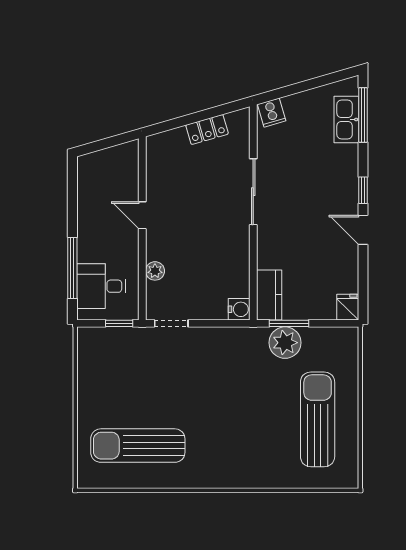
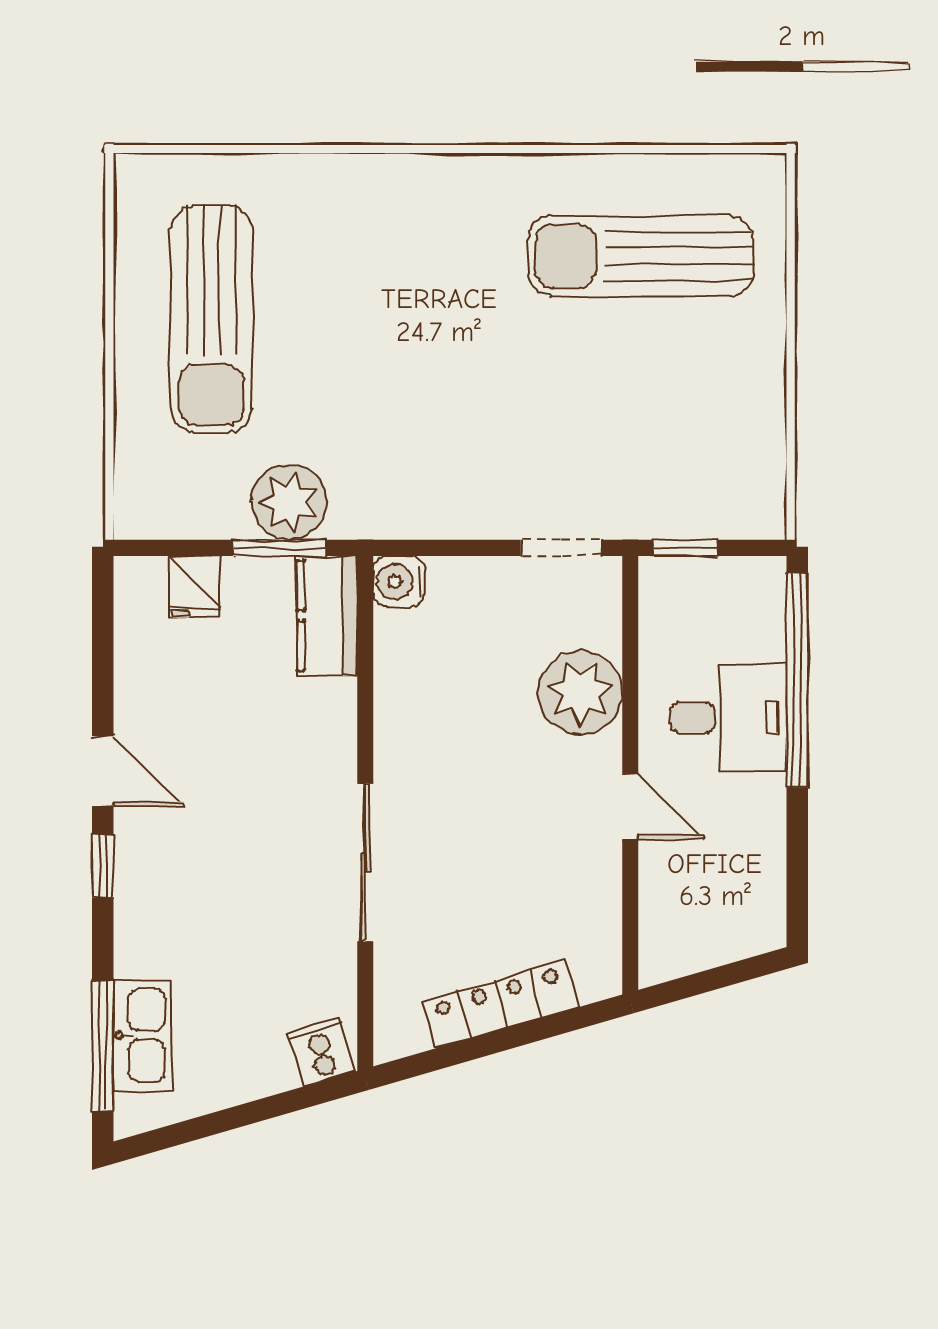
locker: (207, 130) -> (500, 1004), width x1.53
window: (72, 268) -> (797, 680), width x1.46
plant: (155, 271) -> (580, 693), width x1.87, depth x1.87
desk: (101, 286) -> (728, 718), moved
fridge: (348, 307) -> (194, 587), moved
sun lounger: (138, 446) -> (641, 256), turned 180

